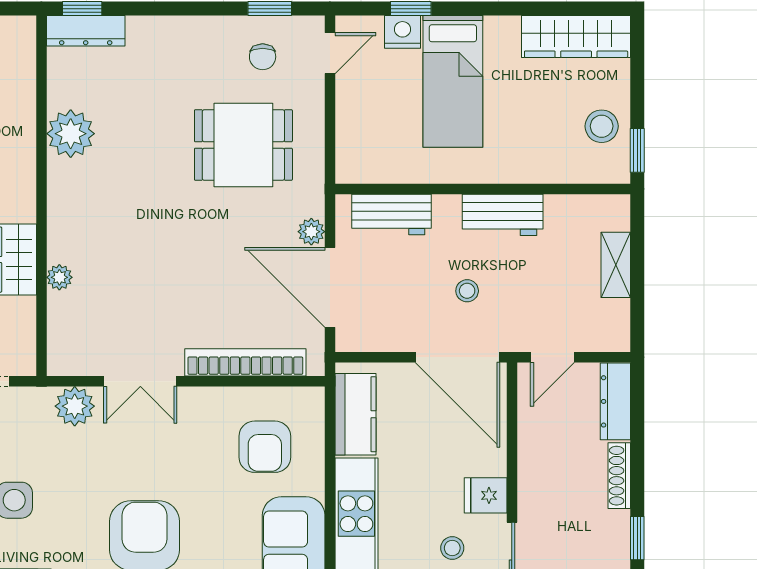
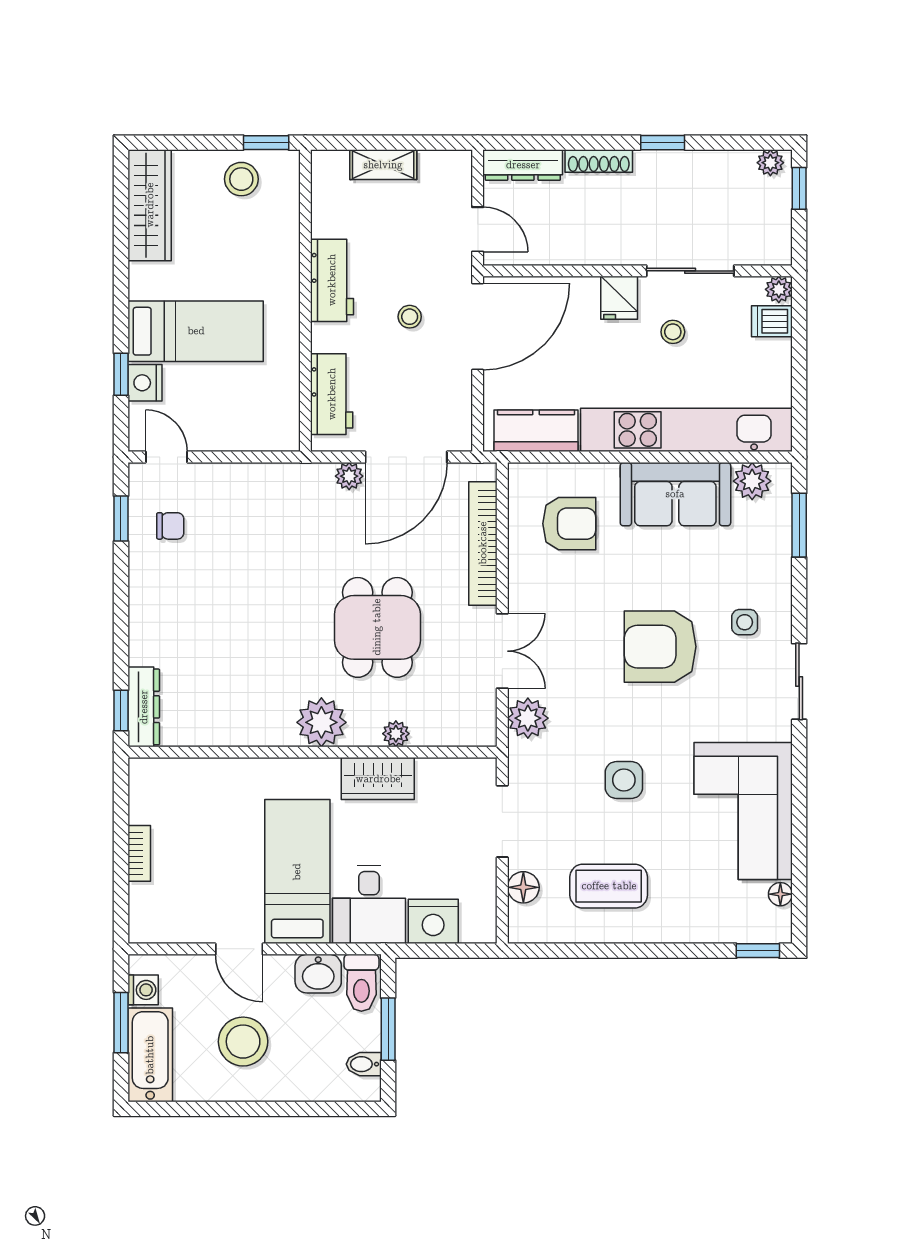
plant: (71, 134) -> (321, 722), moved
dining table: (243, 145) -> (377, 627), moved

